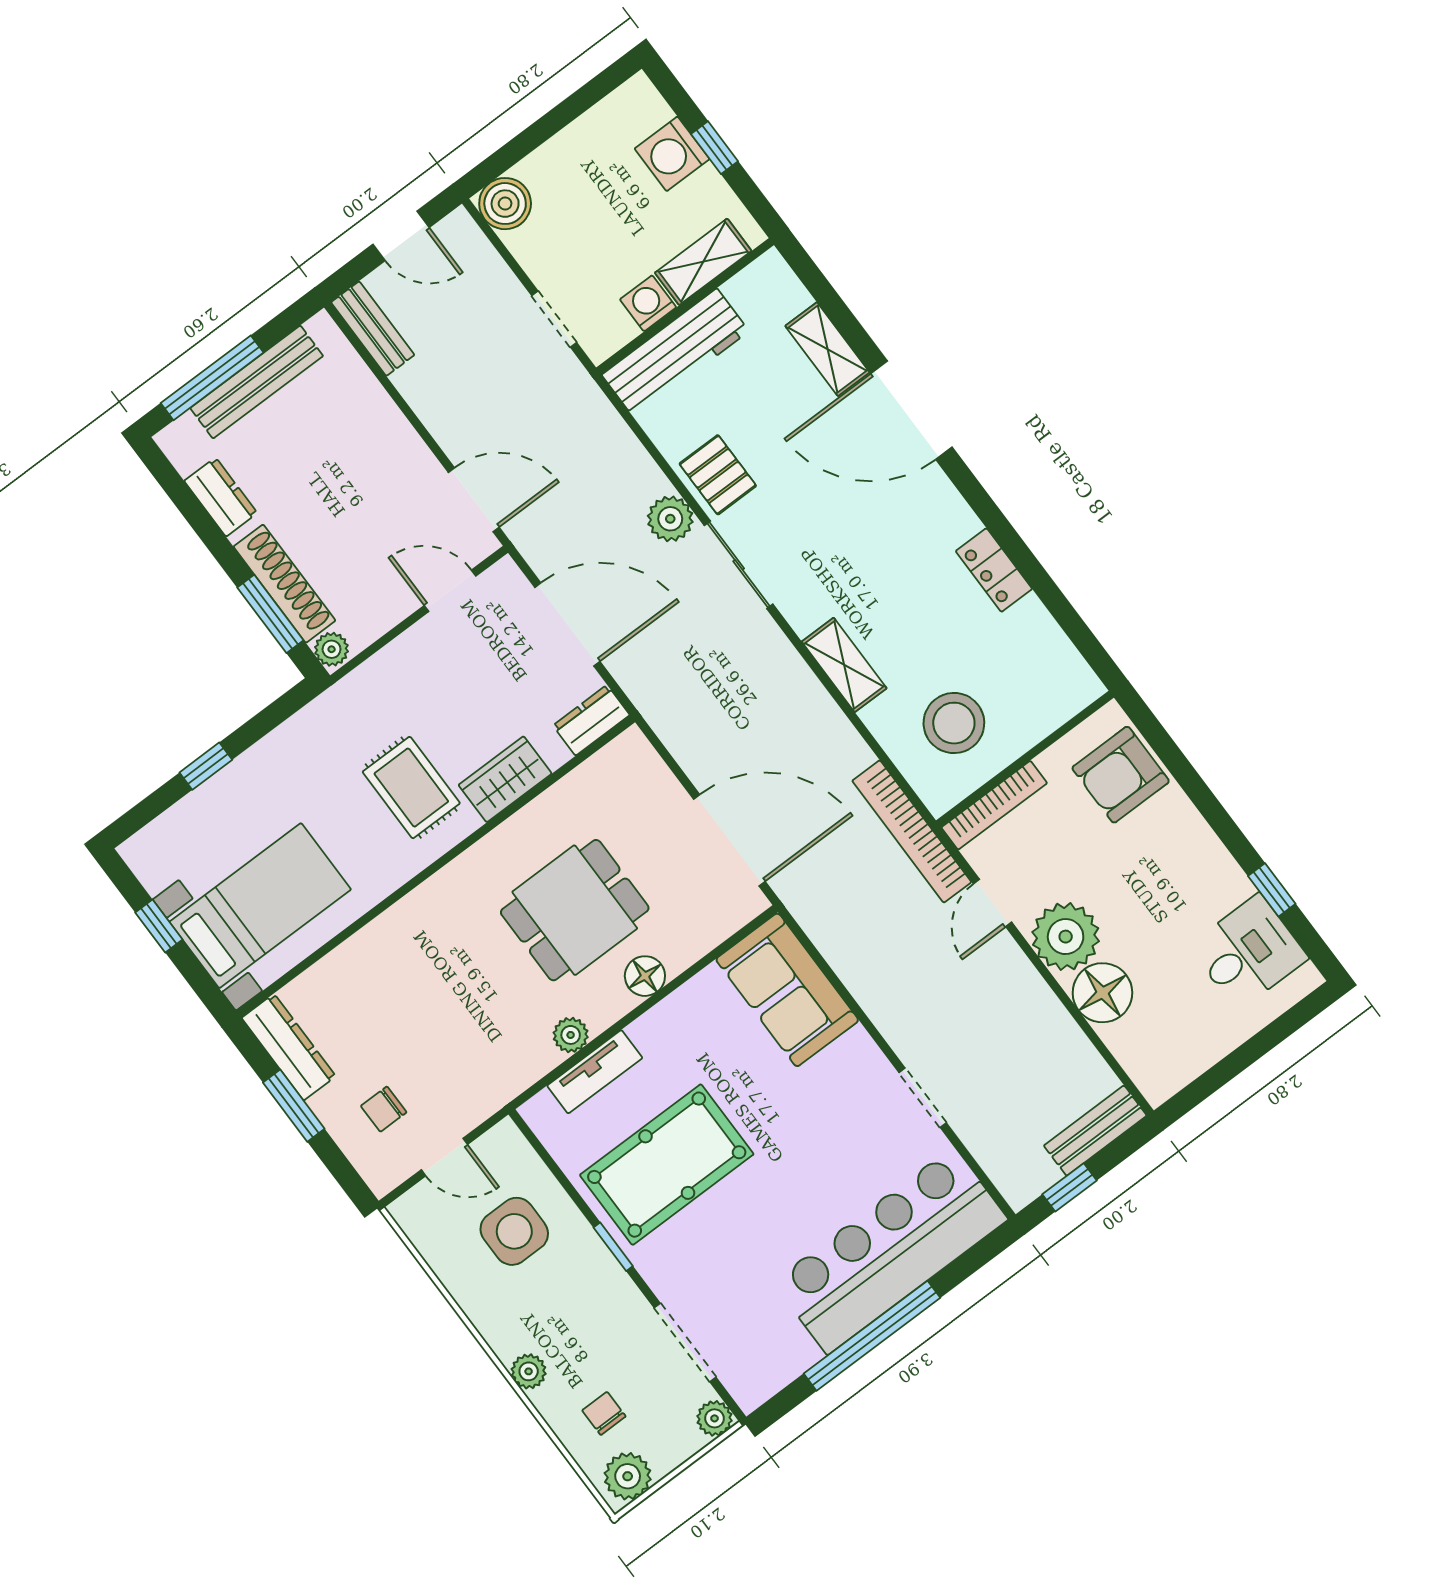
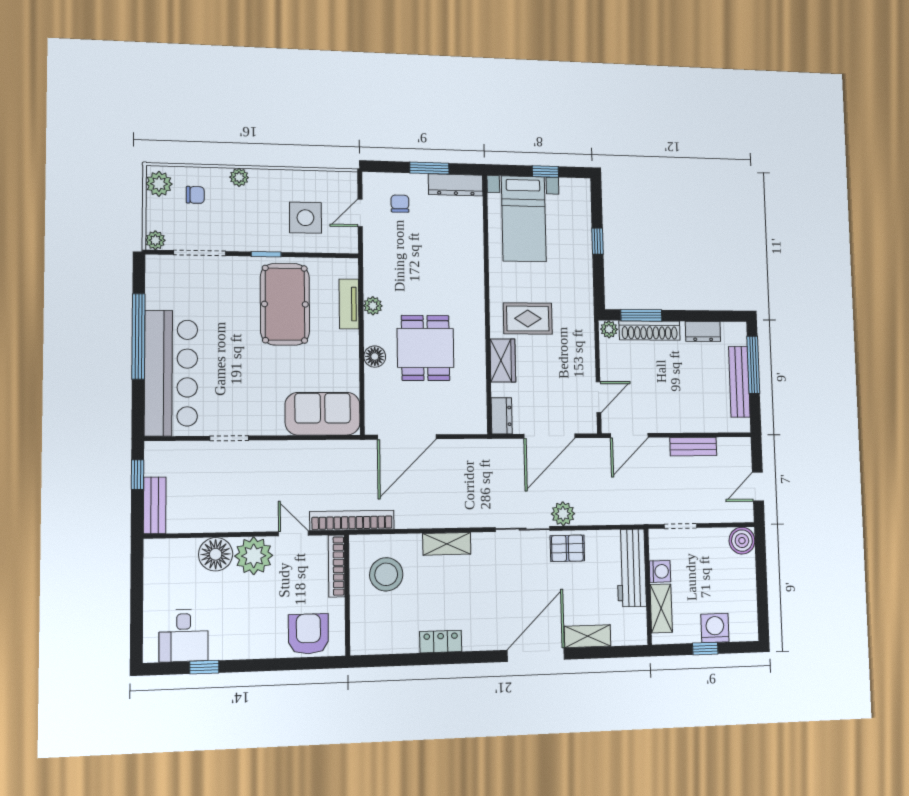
bench: (373, 329) -> (693, 447), moved

